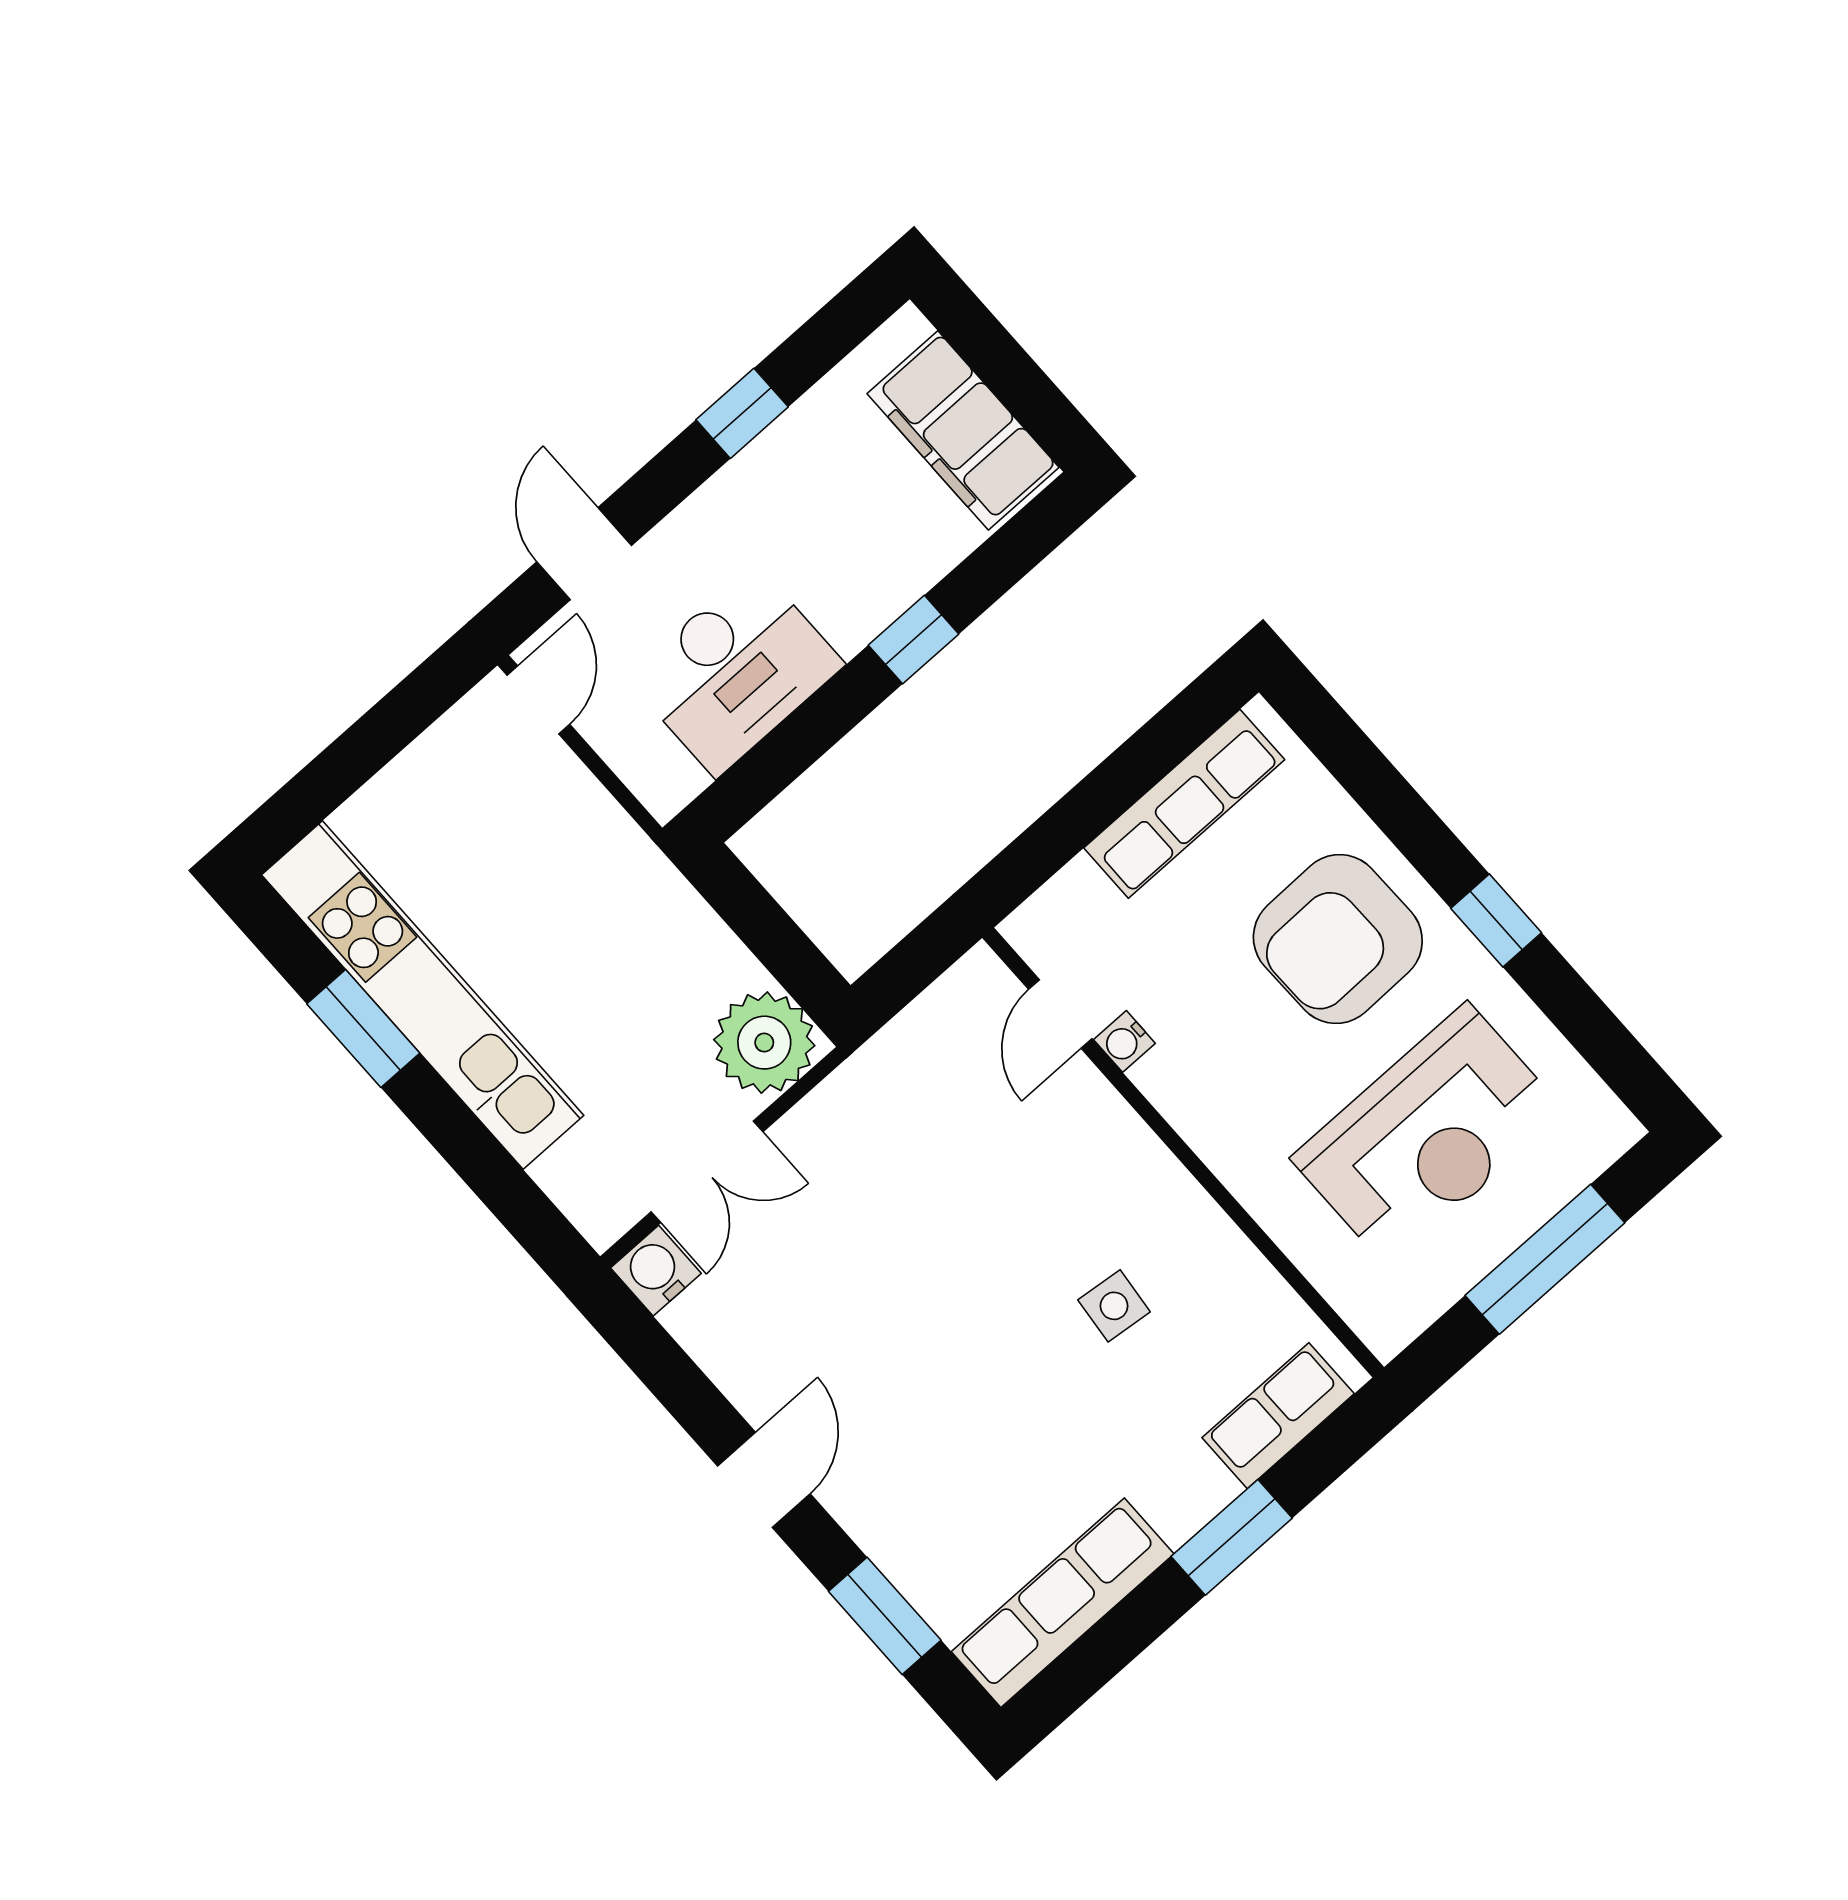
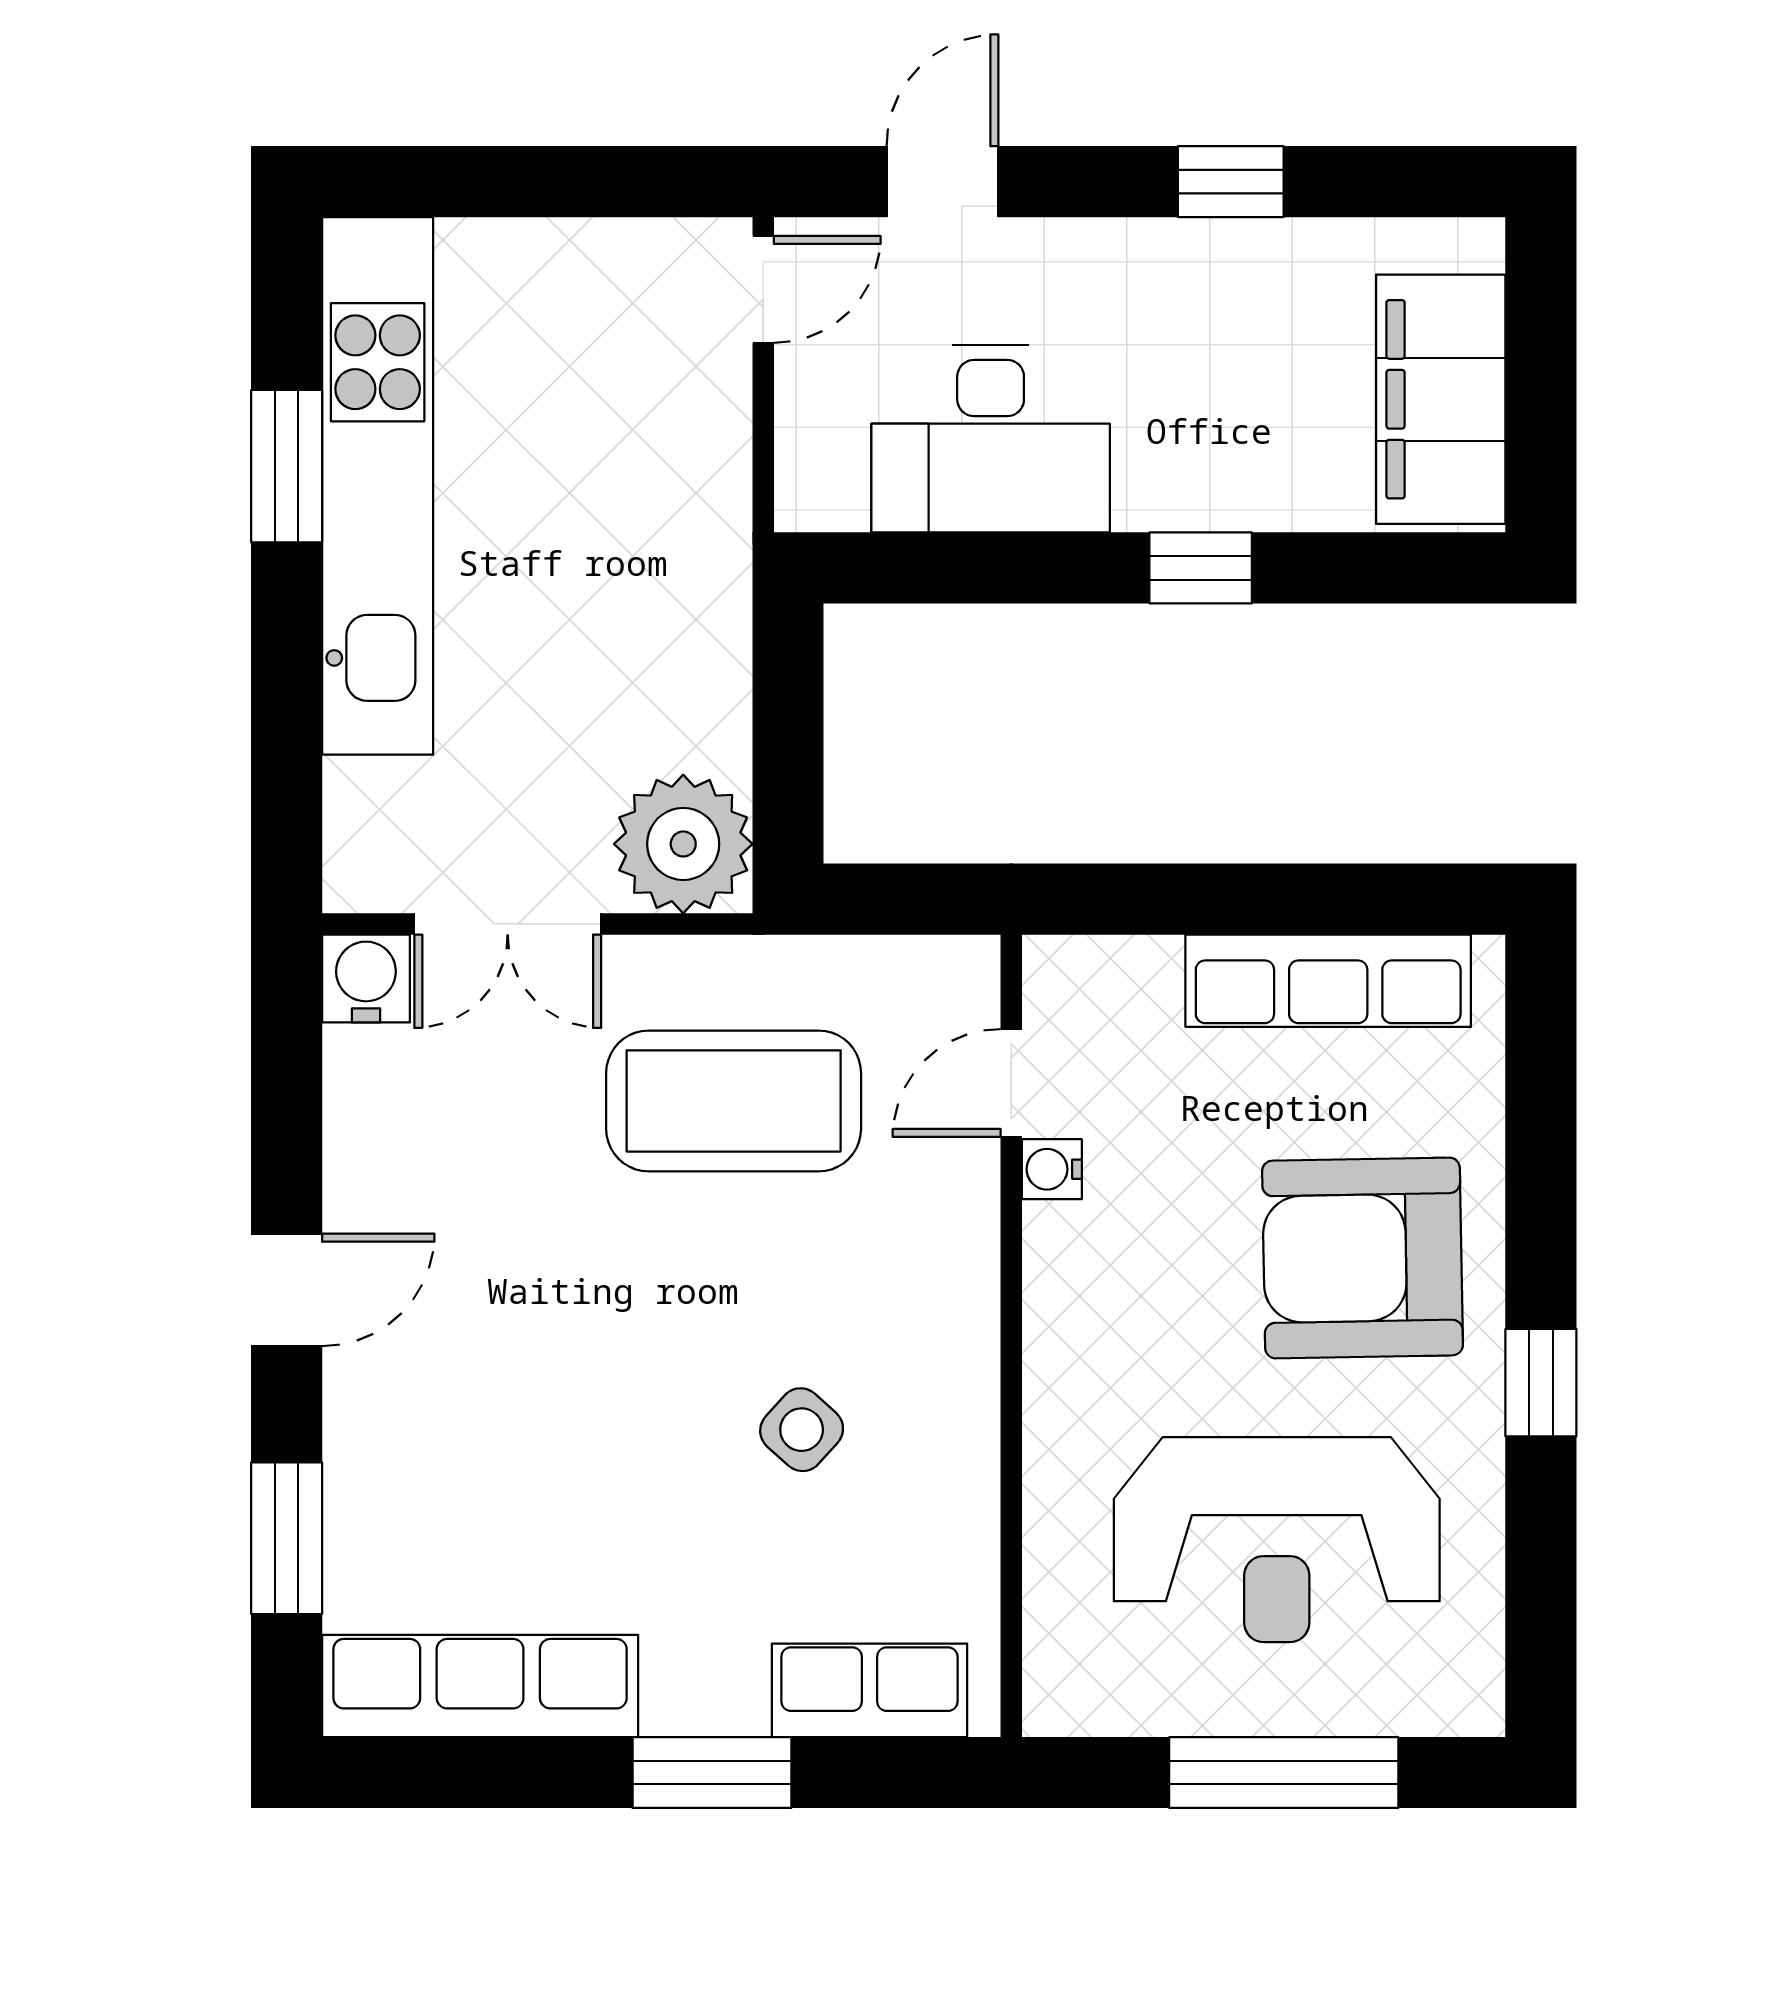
coffee table: (917, 1159) -> (734, 1101), added
side table: (1114, 1306) -> (802, 1430), turned 36

